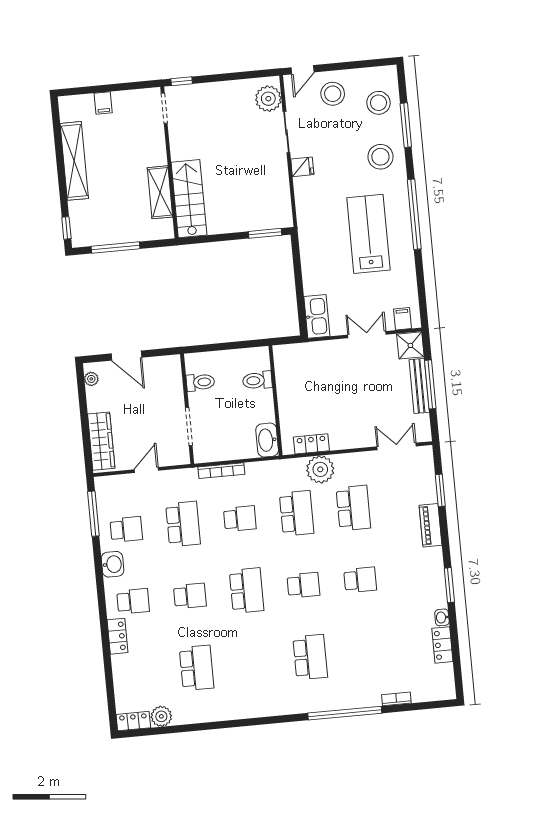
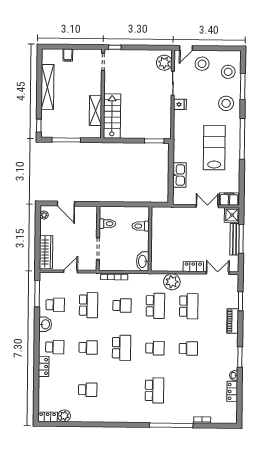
kitchen sink: (317, 316) -> (179, 175), moved
filing cabinet: (403, 319) -> (229, 199), width x2.00
locker: (311, 444) -> (193, 267), moved
school desk: (197, 668) -> (88, 390), width x0.54

